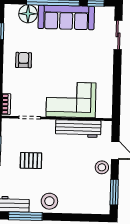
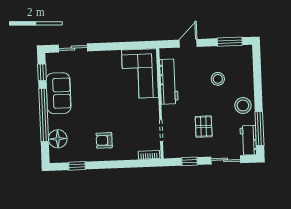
sofa: (66, 17) -> (59, 93), width x0.73
corner sofa: (71, 100) -> (140, 74), moved
stool: (102, 167) -> (218, 79), moved

